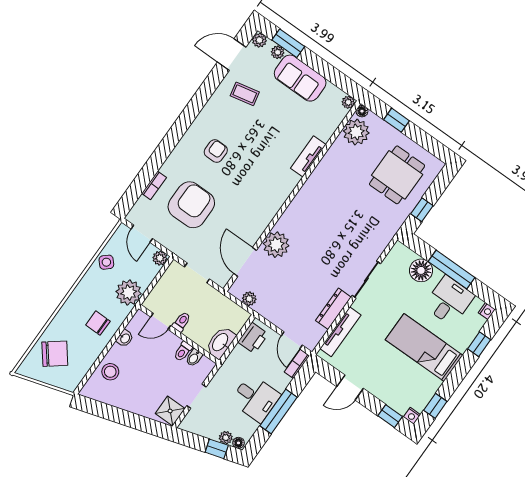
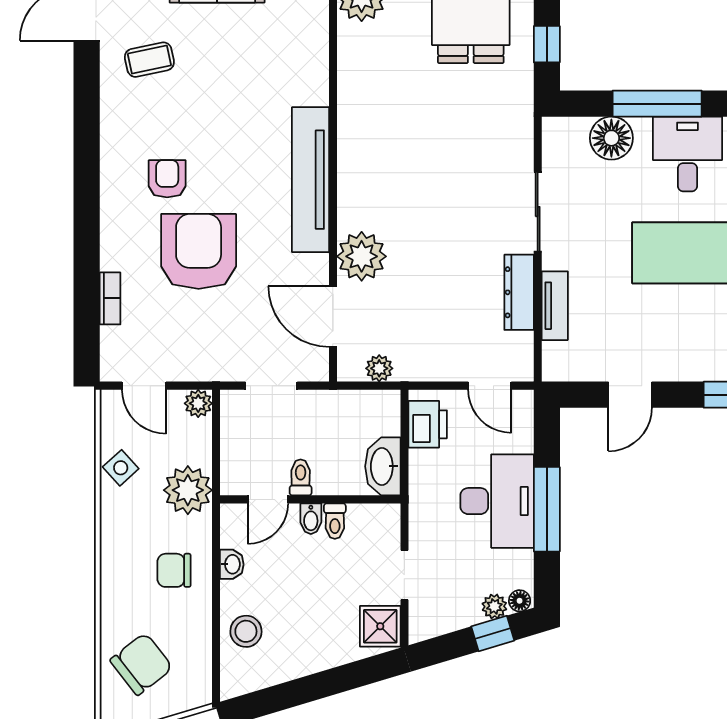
tv unit: (308, 156) -> (311, 180), moved, width x1.92, depth x1.29
armchair: (191, 205) -> (199, 251), moved
tv unit: (340, 332) -> (555, 306), width x0.71
bidet: (194, 358) -> (311, 519), moved
bookcase: (297, 364) -> (523, 416), removed
desk: (256, 398) -> (497, 501), width x1.37

